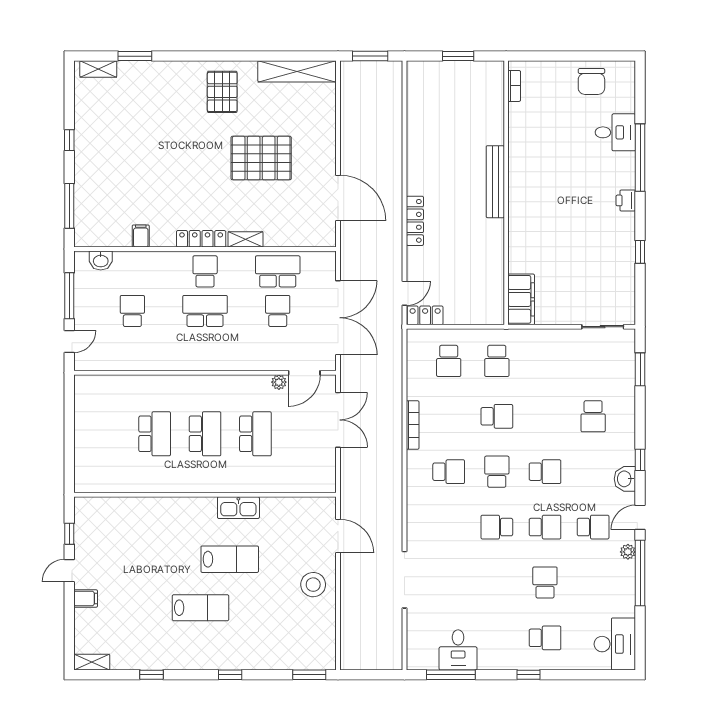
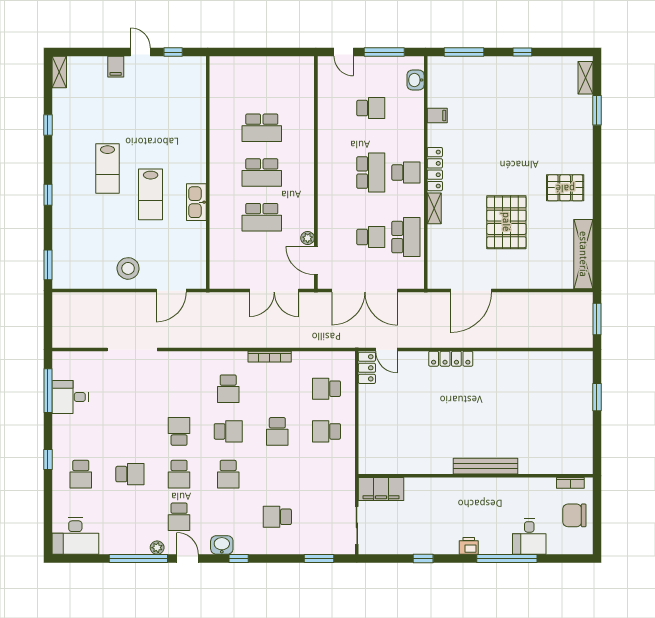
bookcase: (514, 86) -> (570, 483), moved
bench: (495, 182) -> (485, 466), moved
wall: (506, 193) -> (476, 476), moved
filing cabinet: (521, 299) -> (381, 489), moved

